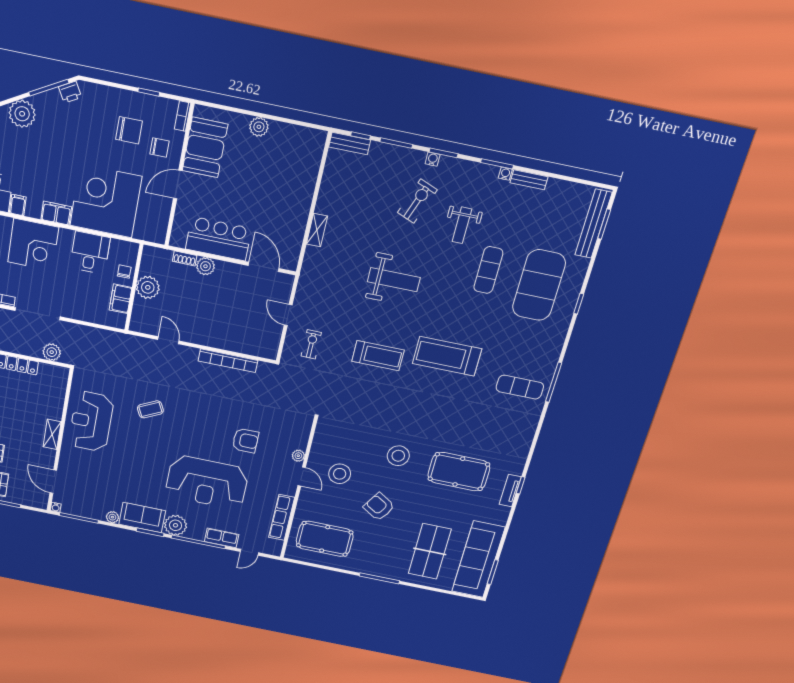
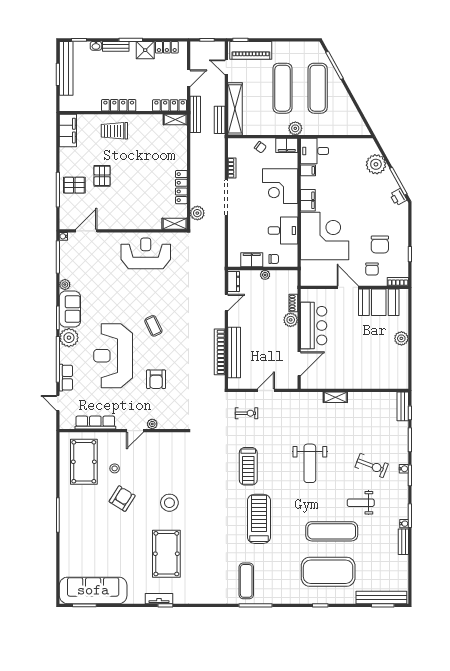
exercise mat: (488, 270) -> (332, 531), width x1.36, depth x1.45
plant: (148, 287) -> (265, 275), width x0.53, depth x0.53
dresser: (144, 326) -> (234, 281), added
bench: (232, 344) -> (234, 353), added
coffee table: (150, 409) -> (153, 326), moved
shelving: (52, 434) -> (175, 224), moved
stool: (340, 474) -> (115, 468), moved, width x0.53, depth x0.53
table tennis table: (430, 551) -> (92, 549), removed

